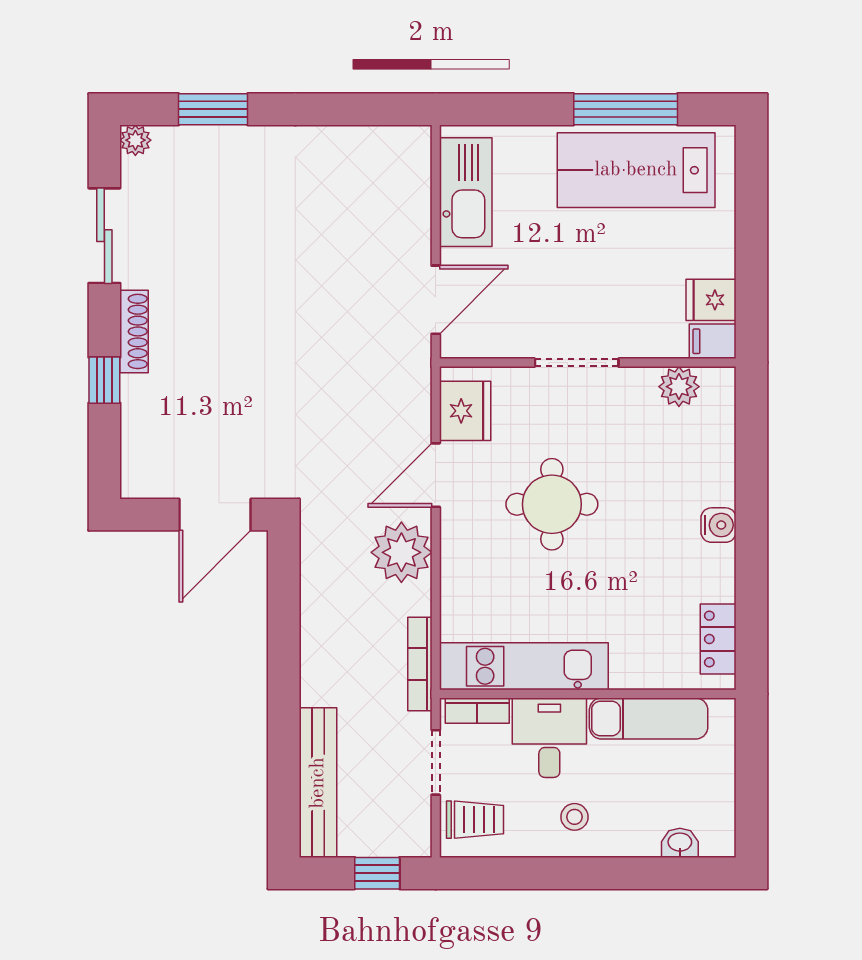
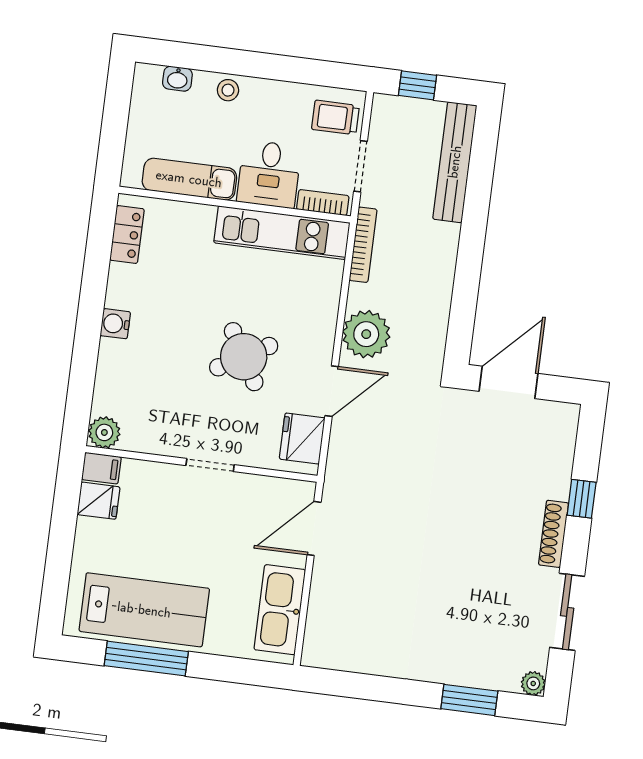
doorway: (577, 363) -> (210, 465), width x0.73
plant: (679, 387) -> (104, 432), moved
round table: (552, 504) -> (244, 357), turned -30
stool: (574, 817) -> (228, 90), moved

